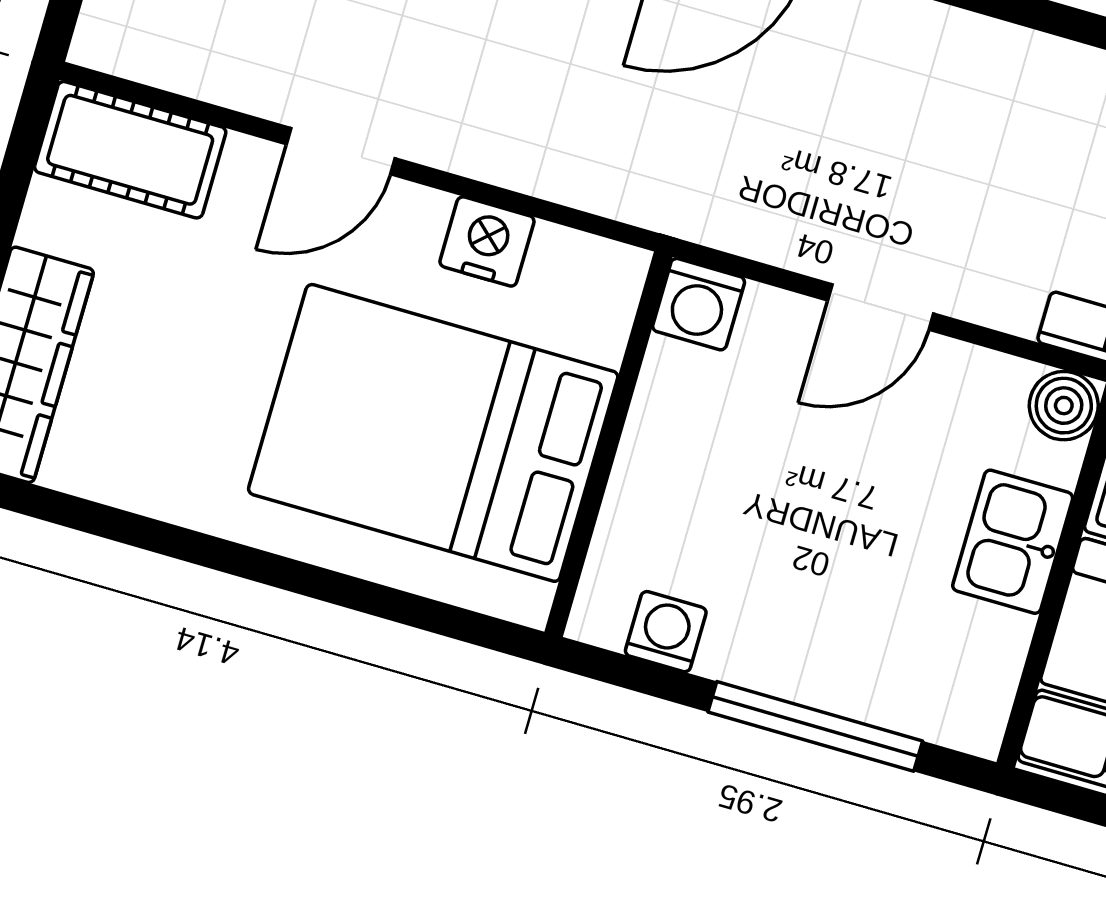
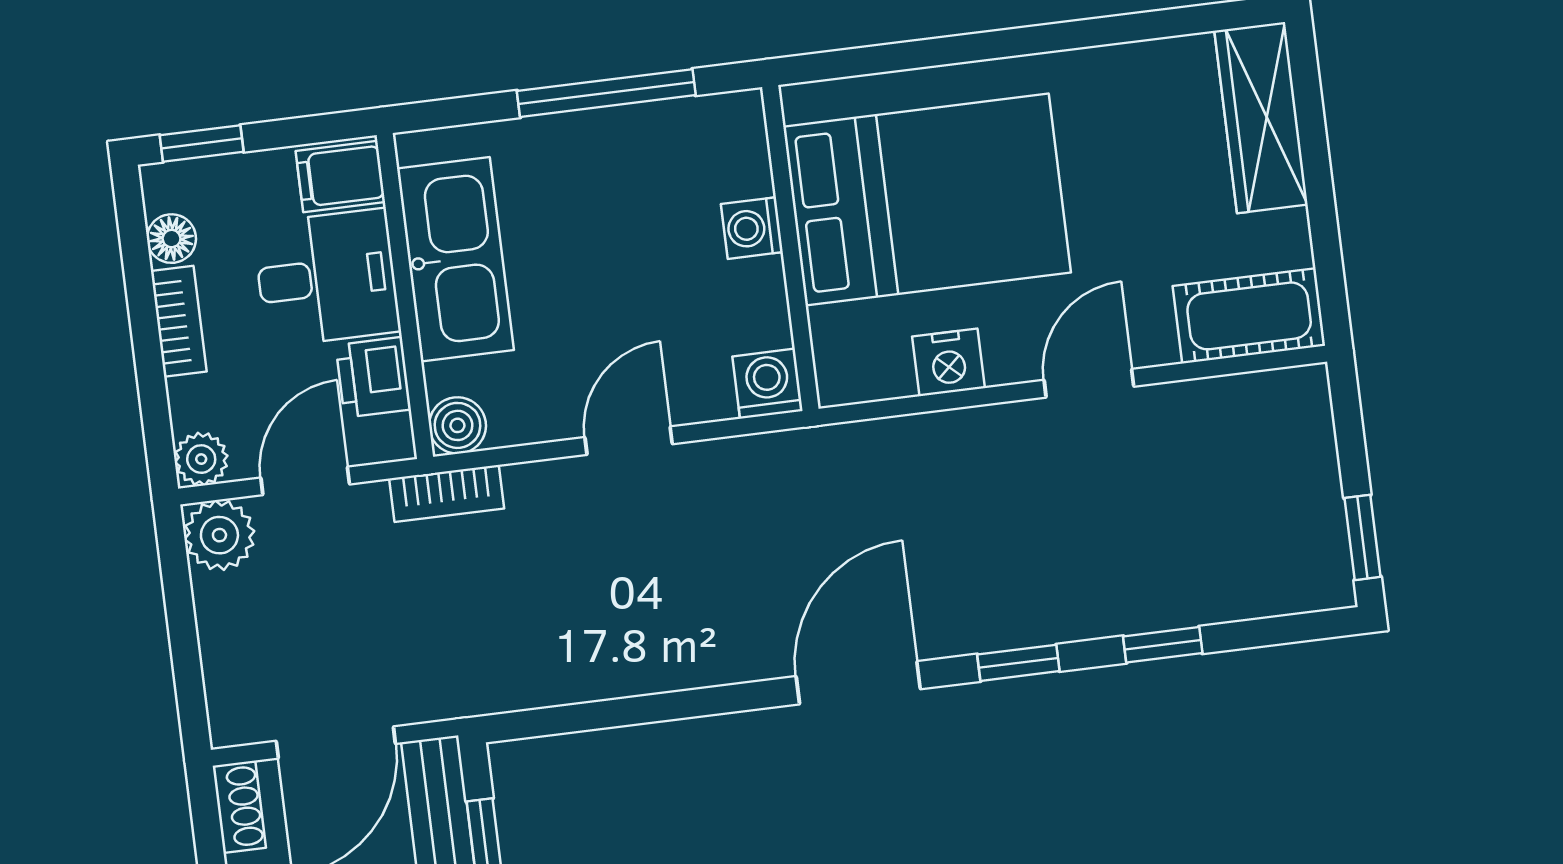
kitchen sink: (1013, 542) -> (455, 259), width x1.87, depth x1.24
washing machine: (666, 632) -> (752, 228), moved, turned 90
window: (815, 726) -> (606, 93), moved

